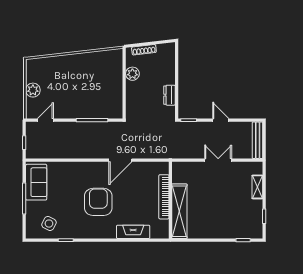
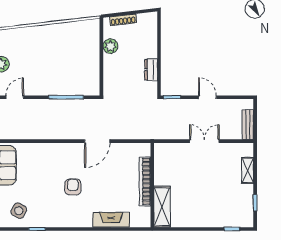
bench: (258, 140) -> (248, 125), width x0.73
armchair: (98, 202) -> (73, 187), width x0.53, depth x0.53
shelving: (179, 211) -> (162, 207), width x0.68

